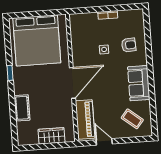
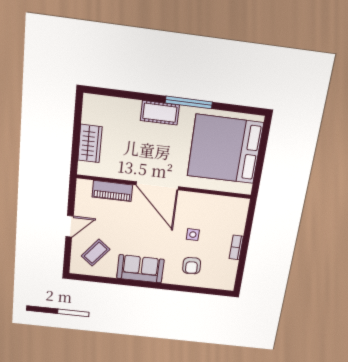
window: (10, 73) -> (189, 102), width x2.17
cot: (22, 108) -> (160, 113), moved
piano: (85, 119) -> (112, 191), width x0.73, depth x0.75
door: (104, 142) -> (70, 226), moved

